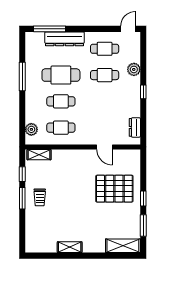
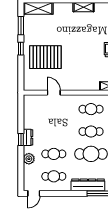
dresser: (135, 127) -> (28, 137), moved

